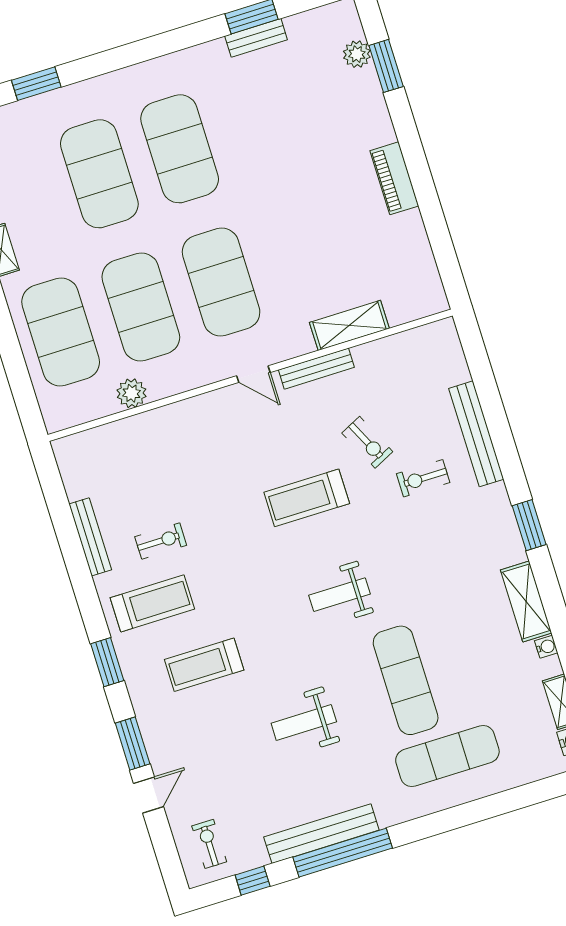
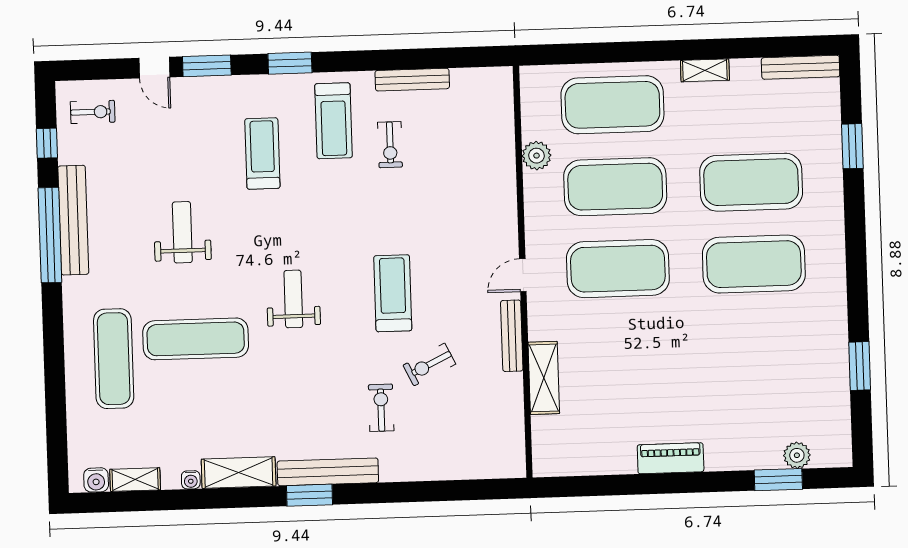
bench: (256, 38) -> (838, 365), removed
bench: (476, 434) -> (328, 472), moved

